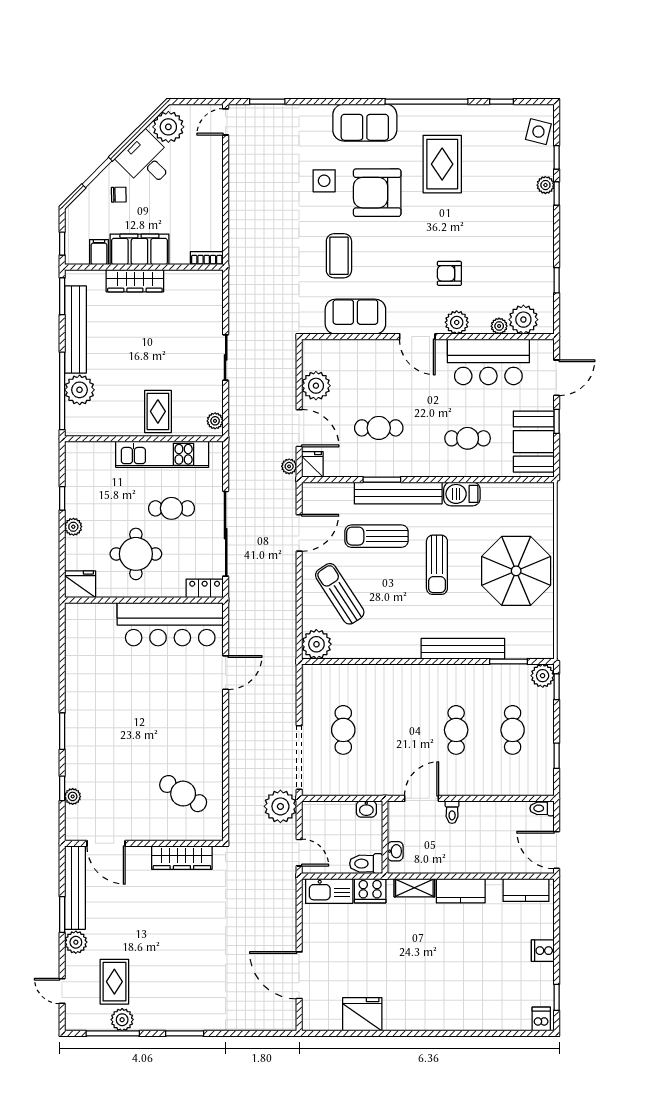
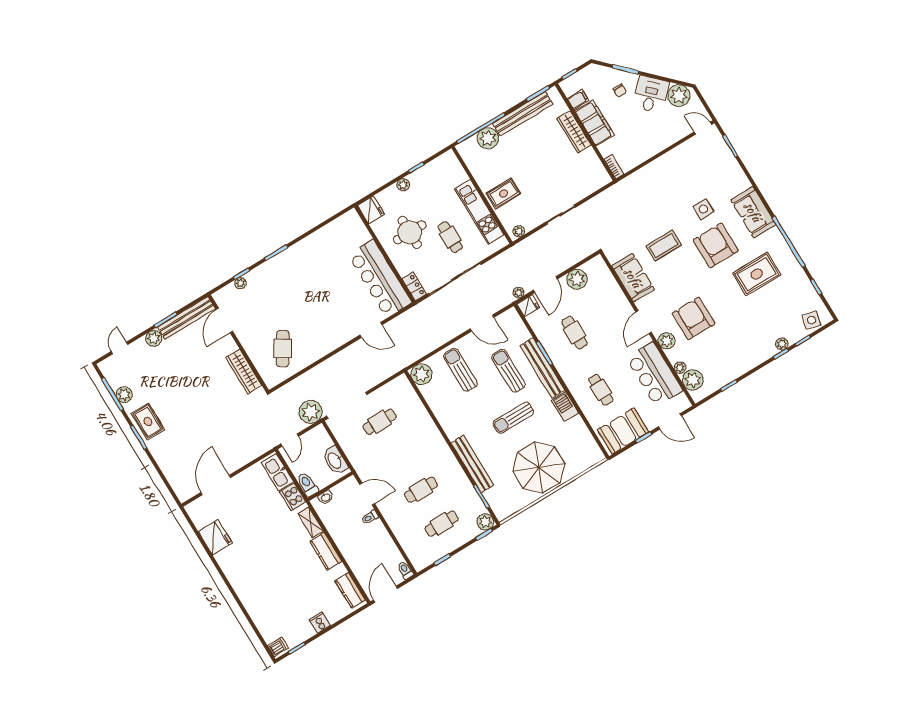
armchair: (449, 273) -> (693, 318), width x1.88, depth x1.88
sun lounger: (340, 594) -> (460, 370), turned -57
washbasin: (366, 809) -> (335, 460), width x1.91, depth x1.45
rug: (114, 982) -> (148, 422), moved, turned 90

